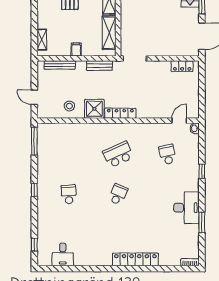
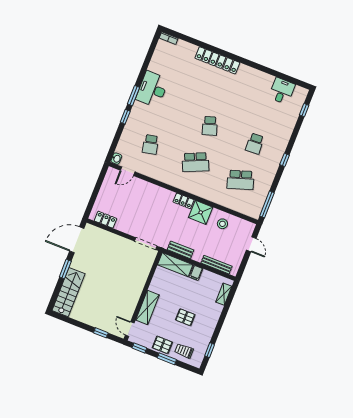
shelving: (109, 33) -> (175, 265), moved, turned 90
locker: (120, 113) -> (183, 201), width x0.66
school desk: (69, 155) -> (241, 180), added
school desk: (118, 194) -> (210, 126), turned -42
window: (202, 222) -> (134, 96), moved

